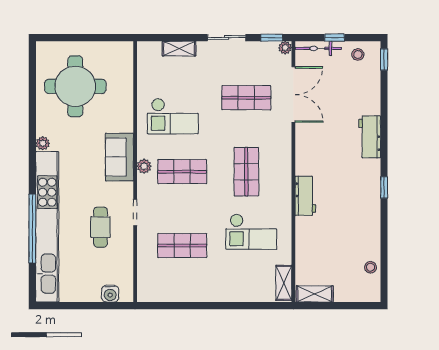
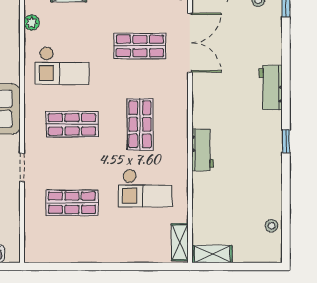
plant: (144, 166) -> (31, 23), moved

